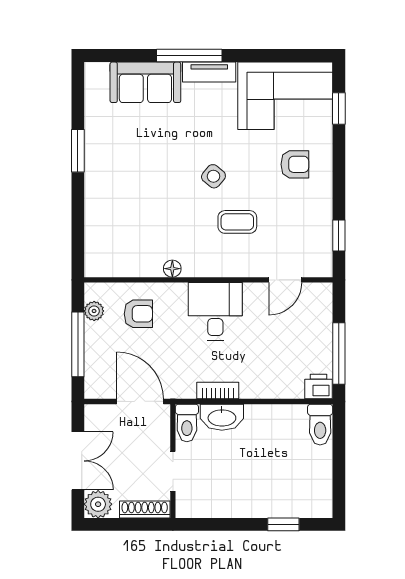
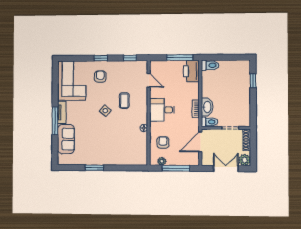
window: (339, 109) -> (101, 58), moved
printer: (318, 387) -> (191, 71), width x1.87, depth x1.48

